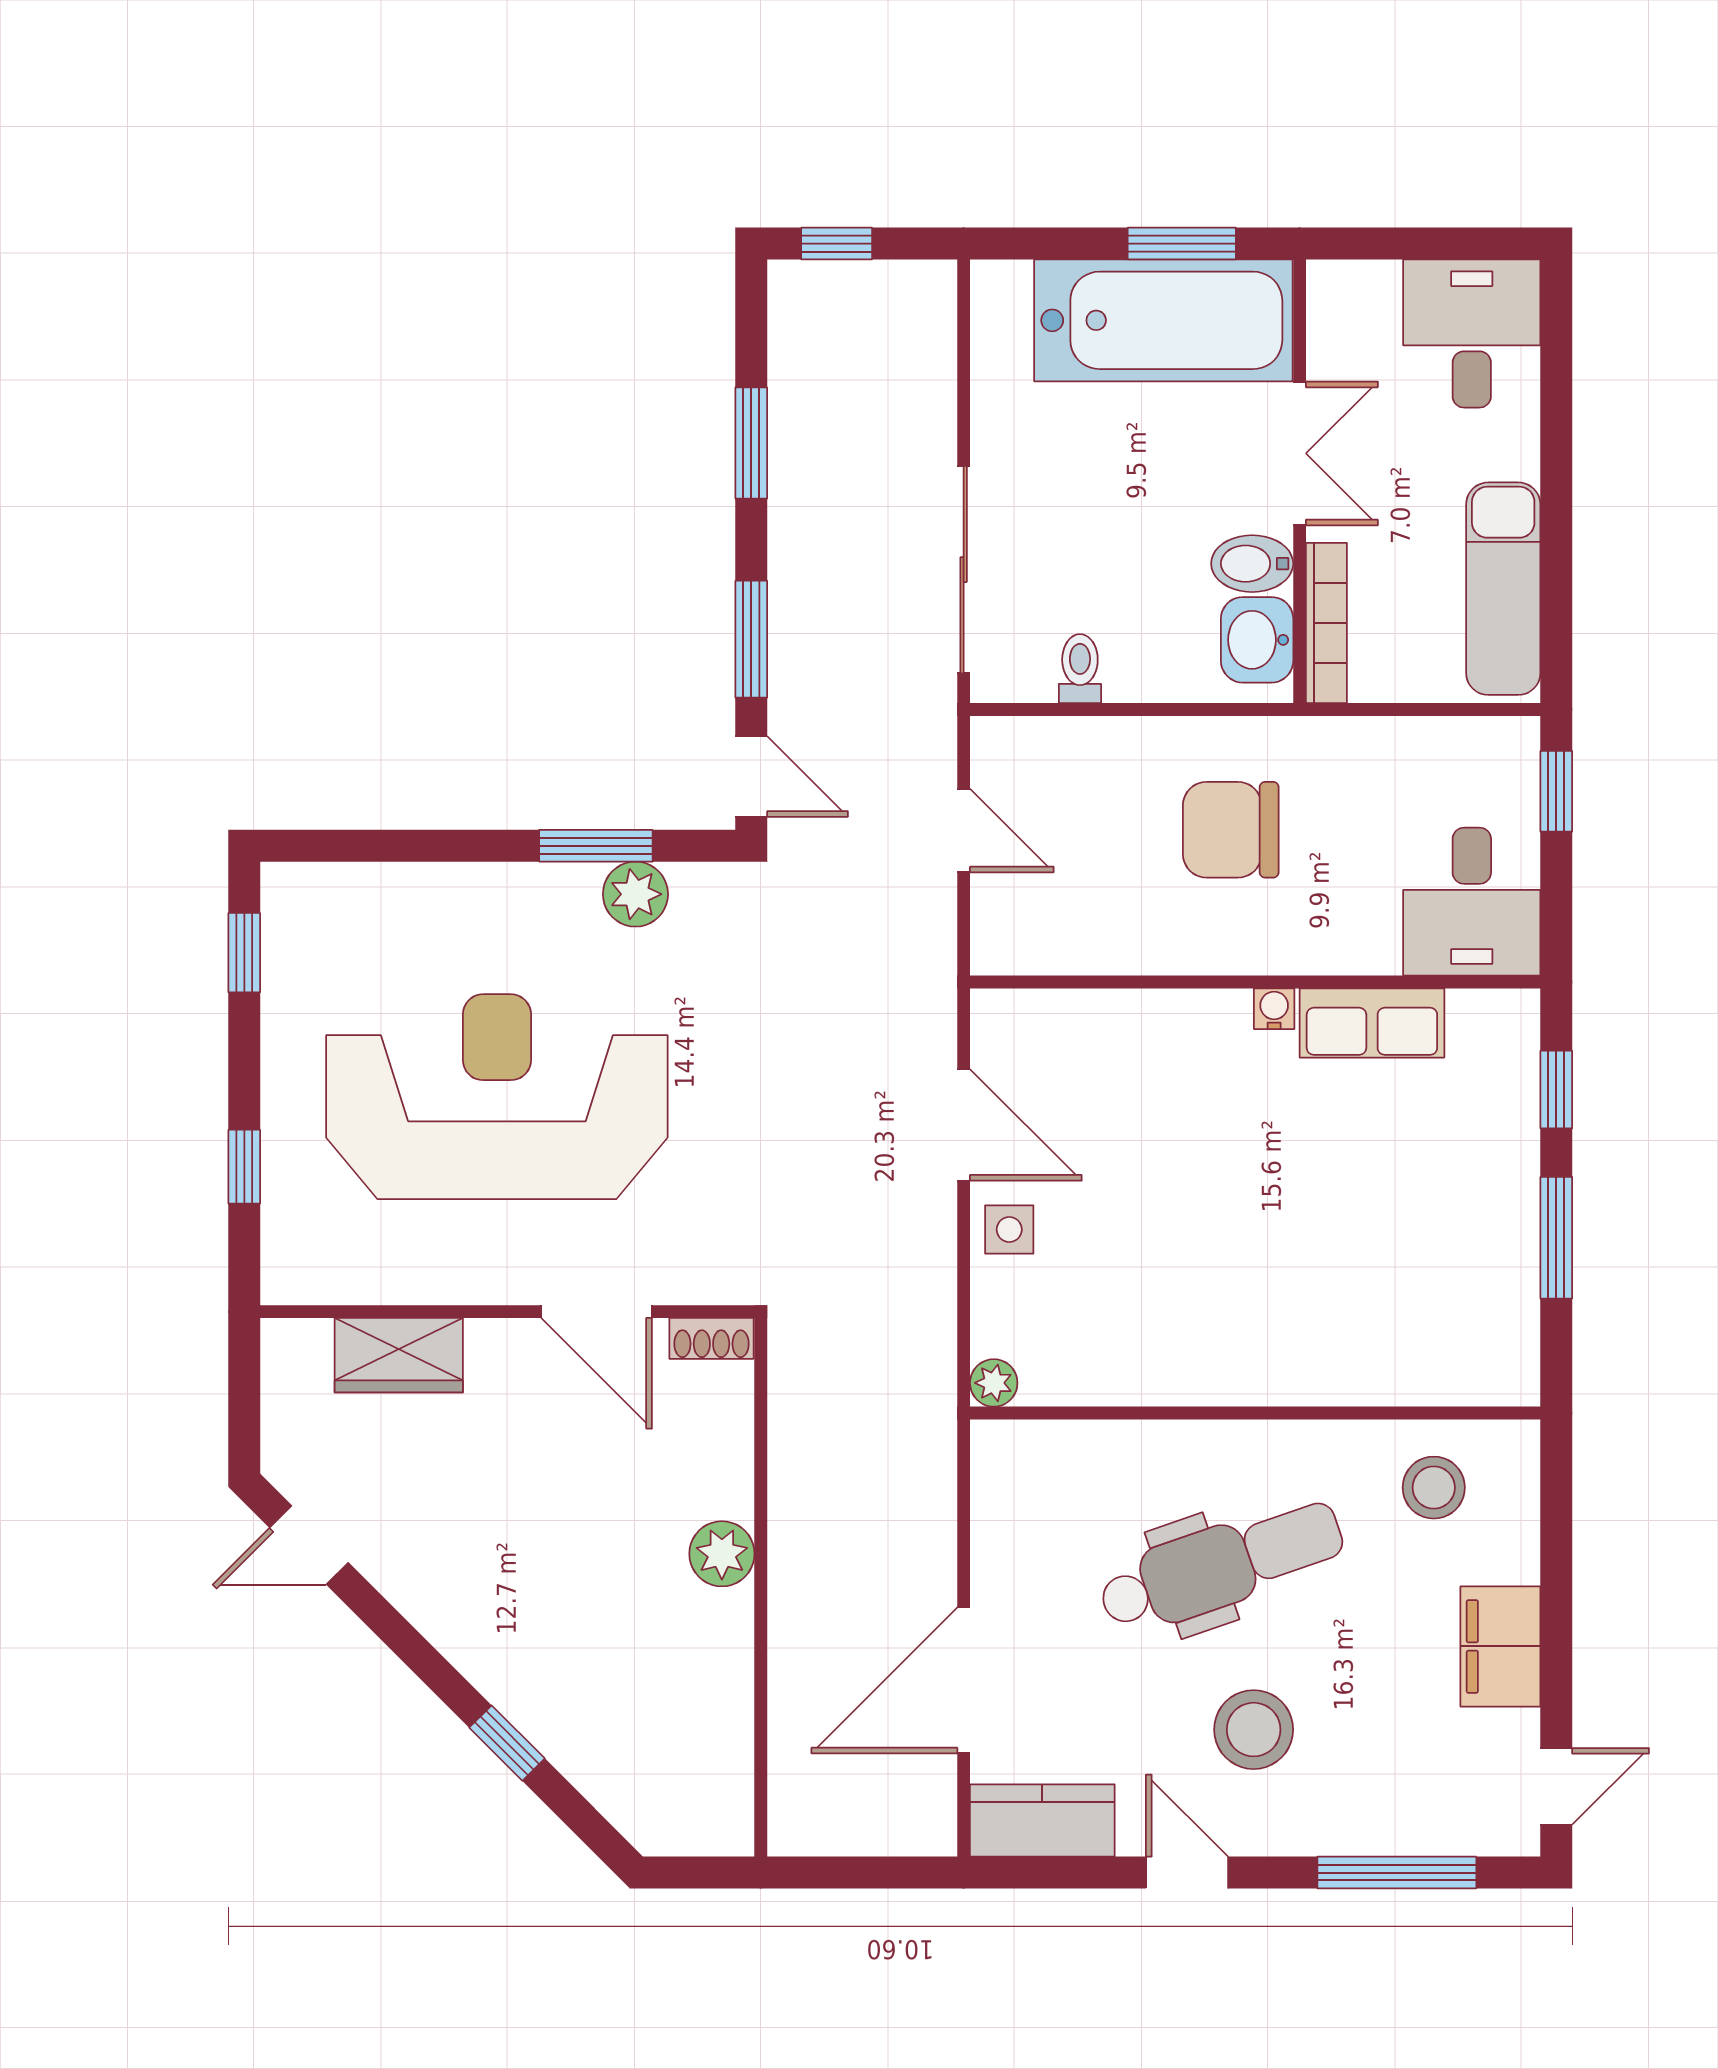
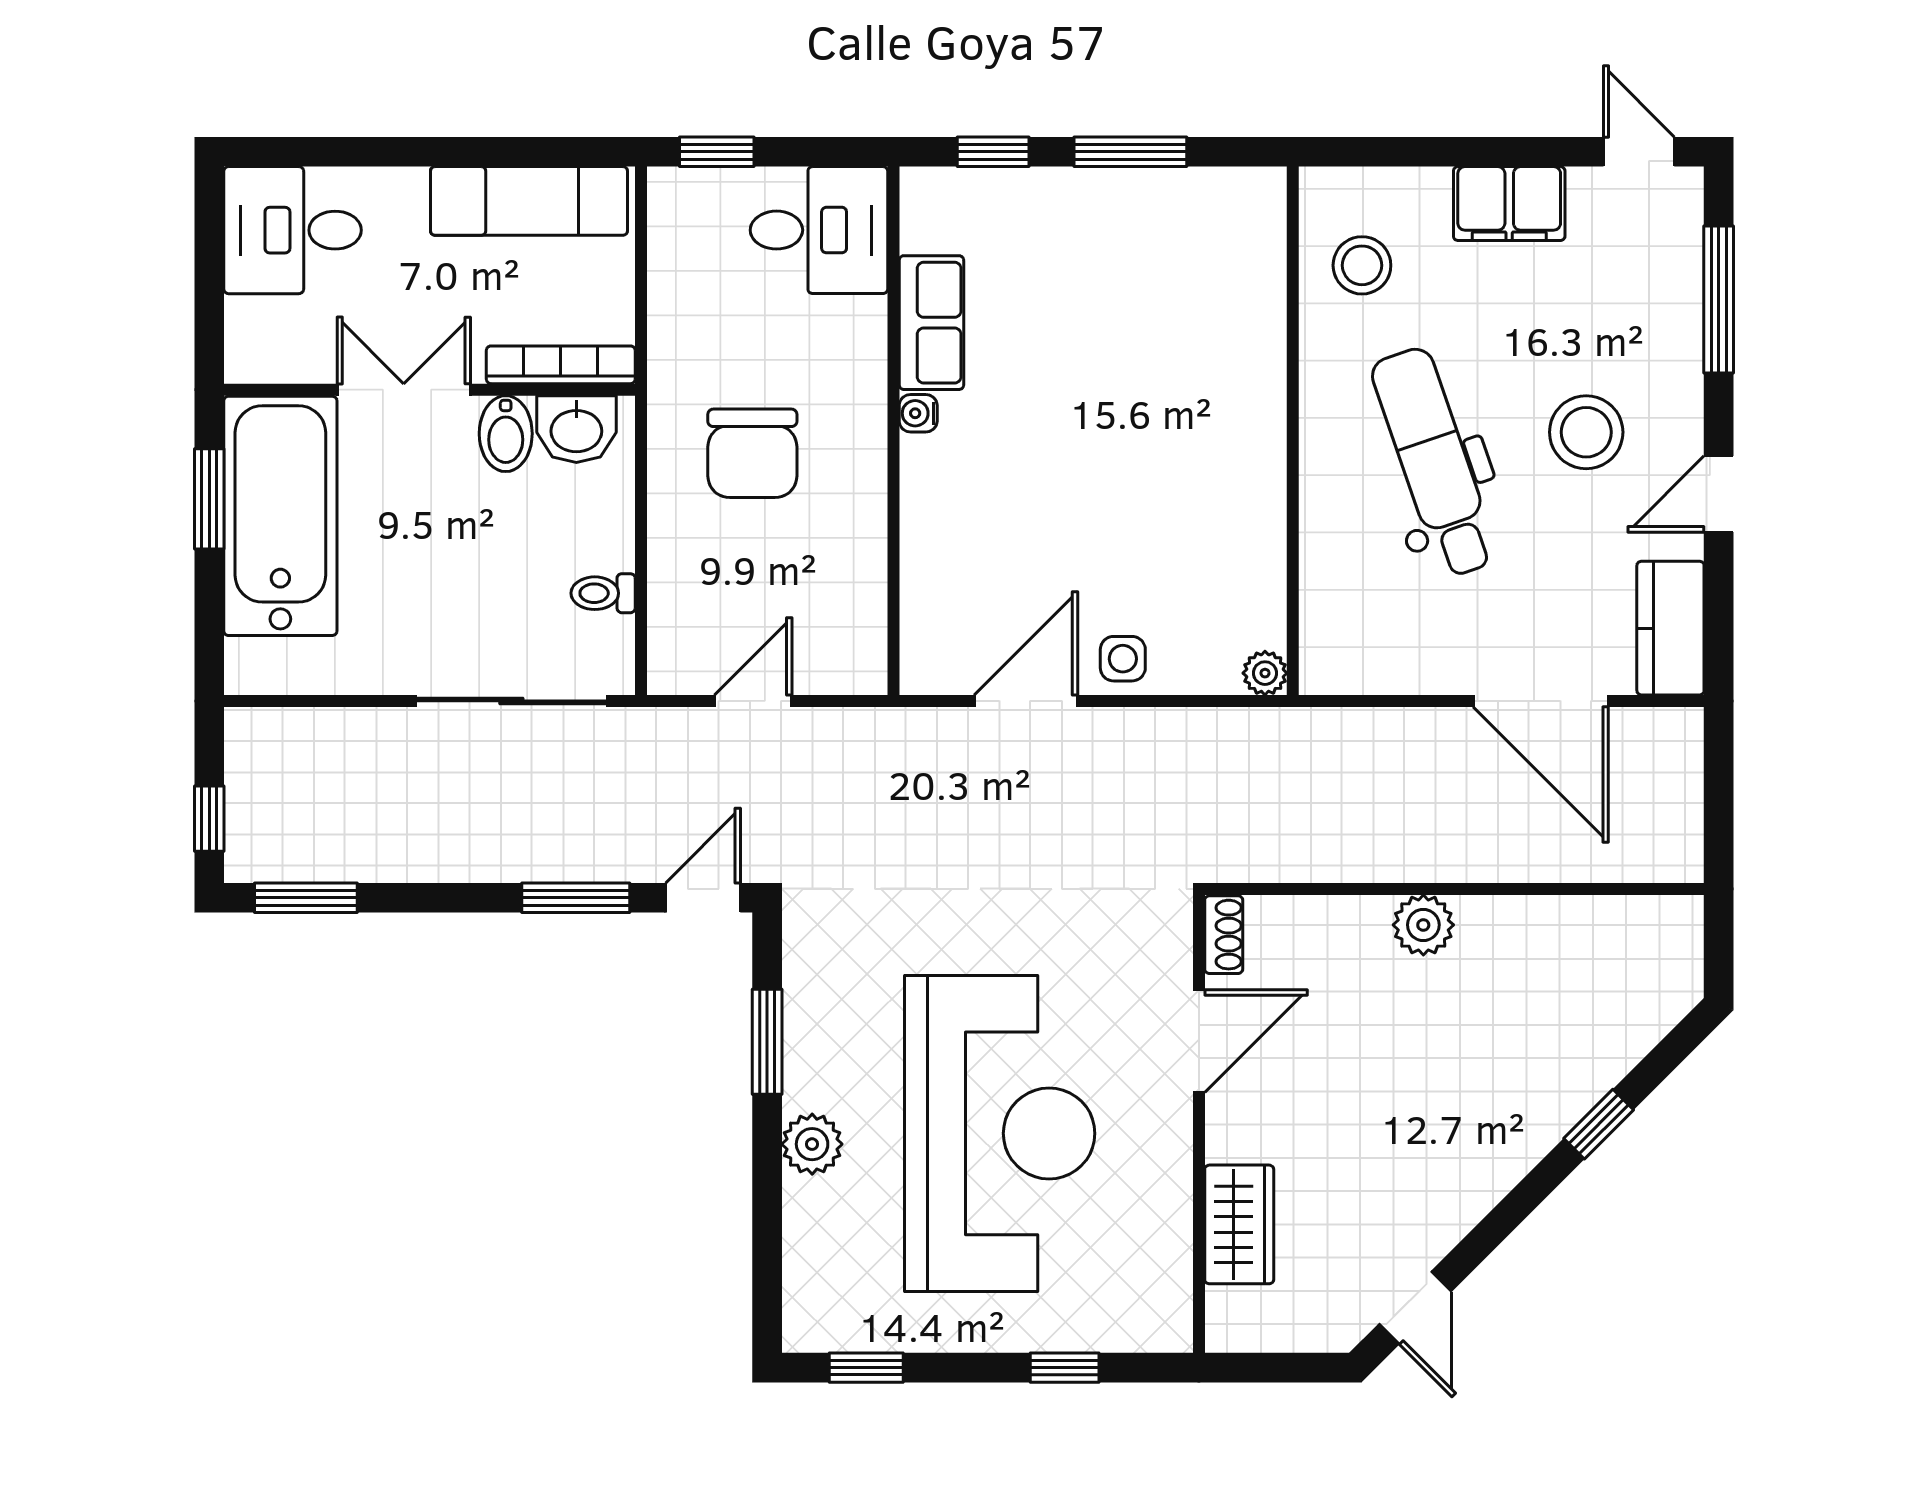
window: (751, 443) -> (306, 898), moved
plant: (635, 894) -> (812, 1144), moved
reception desk: (497, 1097) -> (1000, 1133), turned 180

